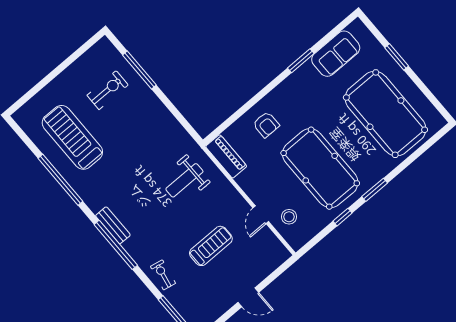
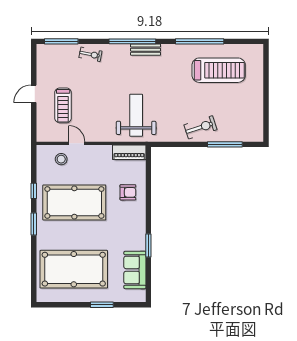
exercise bike: (108, 90) -> (201, 127), moved, turned -108
armchair: (266, 125) -> (128, 192), turned 180
weight bench: (184, 180) -> (136, 115), width x1.36, depth x1.33
treadmill: (211, 246) -> (63, 105), moved

